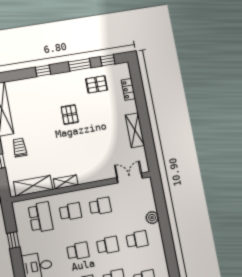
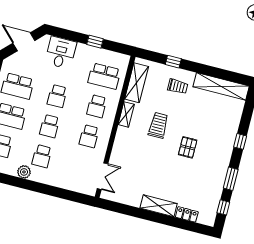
pallet: (97, 84) -> (205, 186), removed
pallet: (70, 115) -> (188, 147), turned 90
shelving: (135, 130) -> (159, 206), moved
trolley: (62, 149) -> (158, 125), added
plant: (152, 218) -> (24, 172), moved

